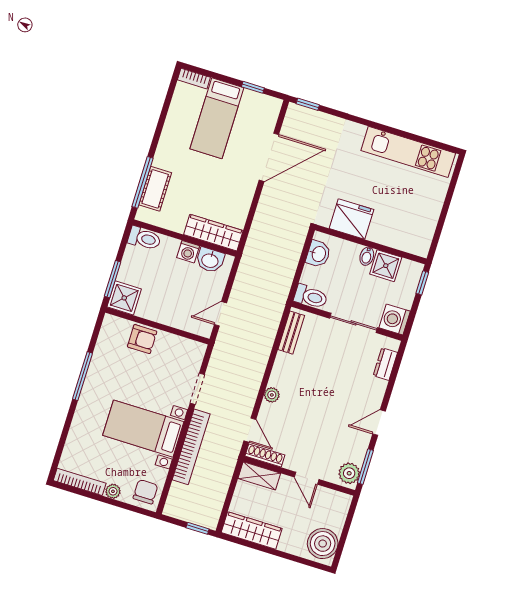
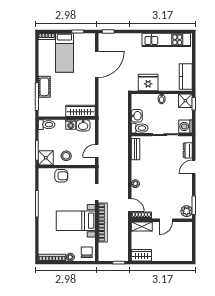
cot: (155, 189) -> (44, 87), moved
kitchen counter: (423, 229) -> (186, 76), added
washbasin: (318, 254) -> (137, 116), moved
shower: (386, 266) -> (185, 101), moved
stool: (162, 306) -> (66, 156), added
door: (379, 423) -> (194, 167), moved
door: (307, 478) -> (166, 220), hinge flipped
wardrobe: (252, 530) -> (141, 255), width x0.67
boiler: (323, 544) -> (184, 251), removed

